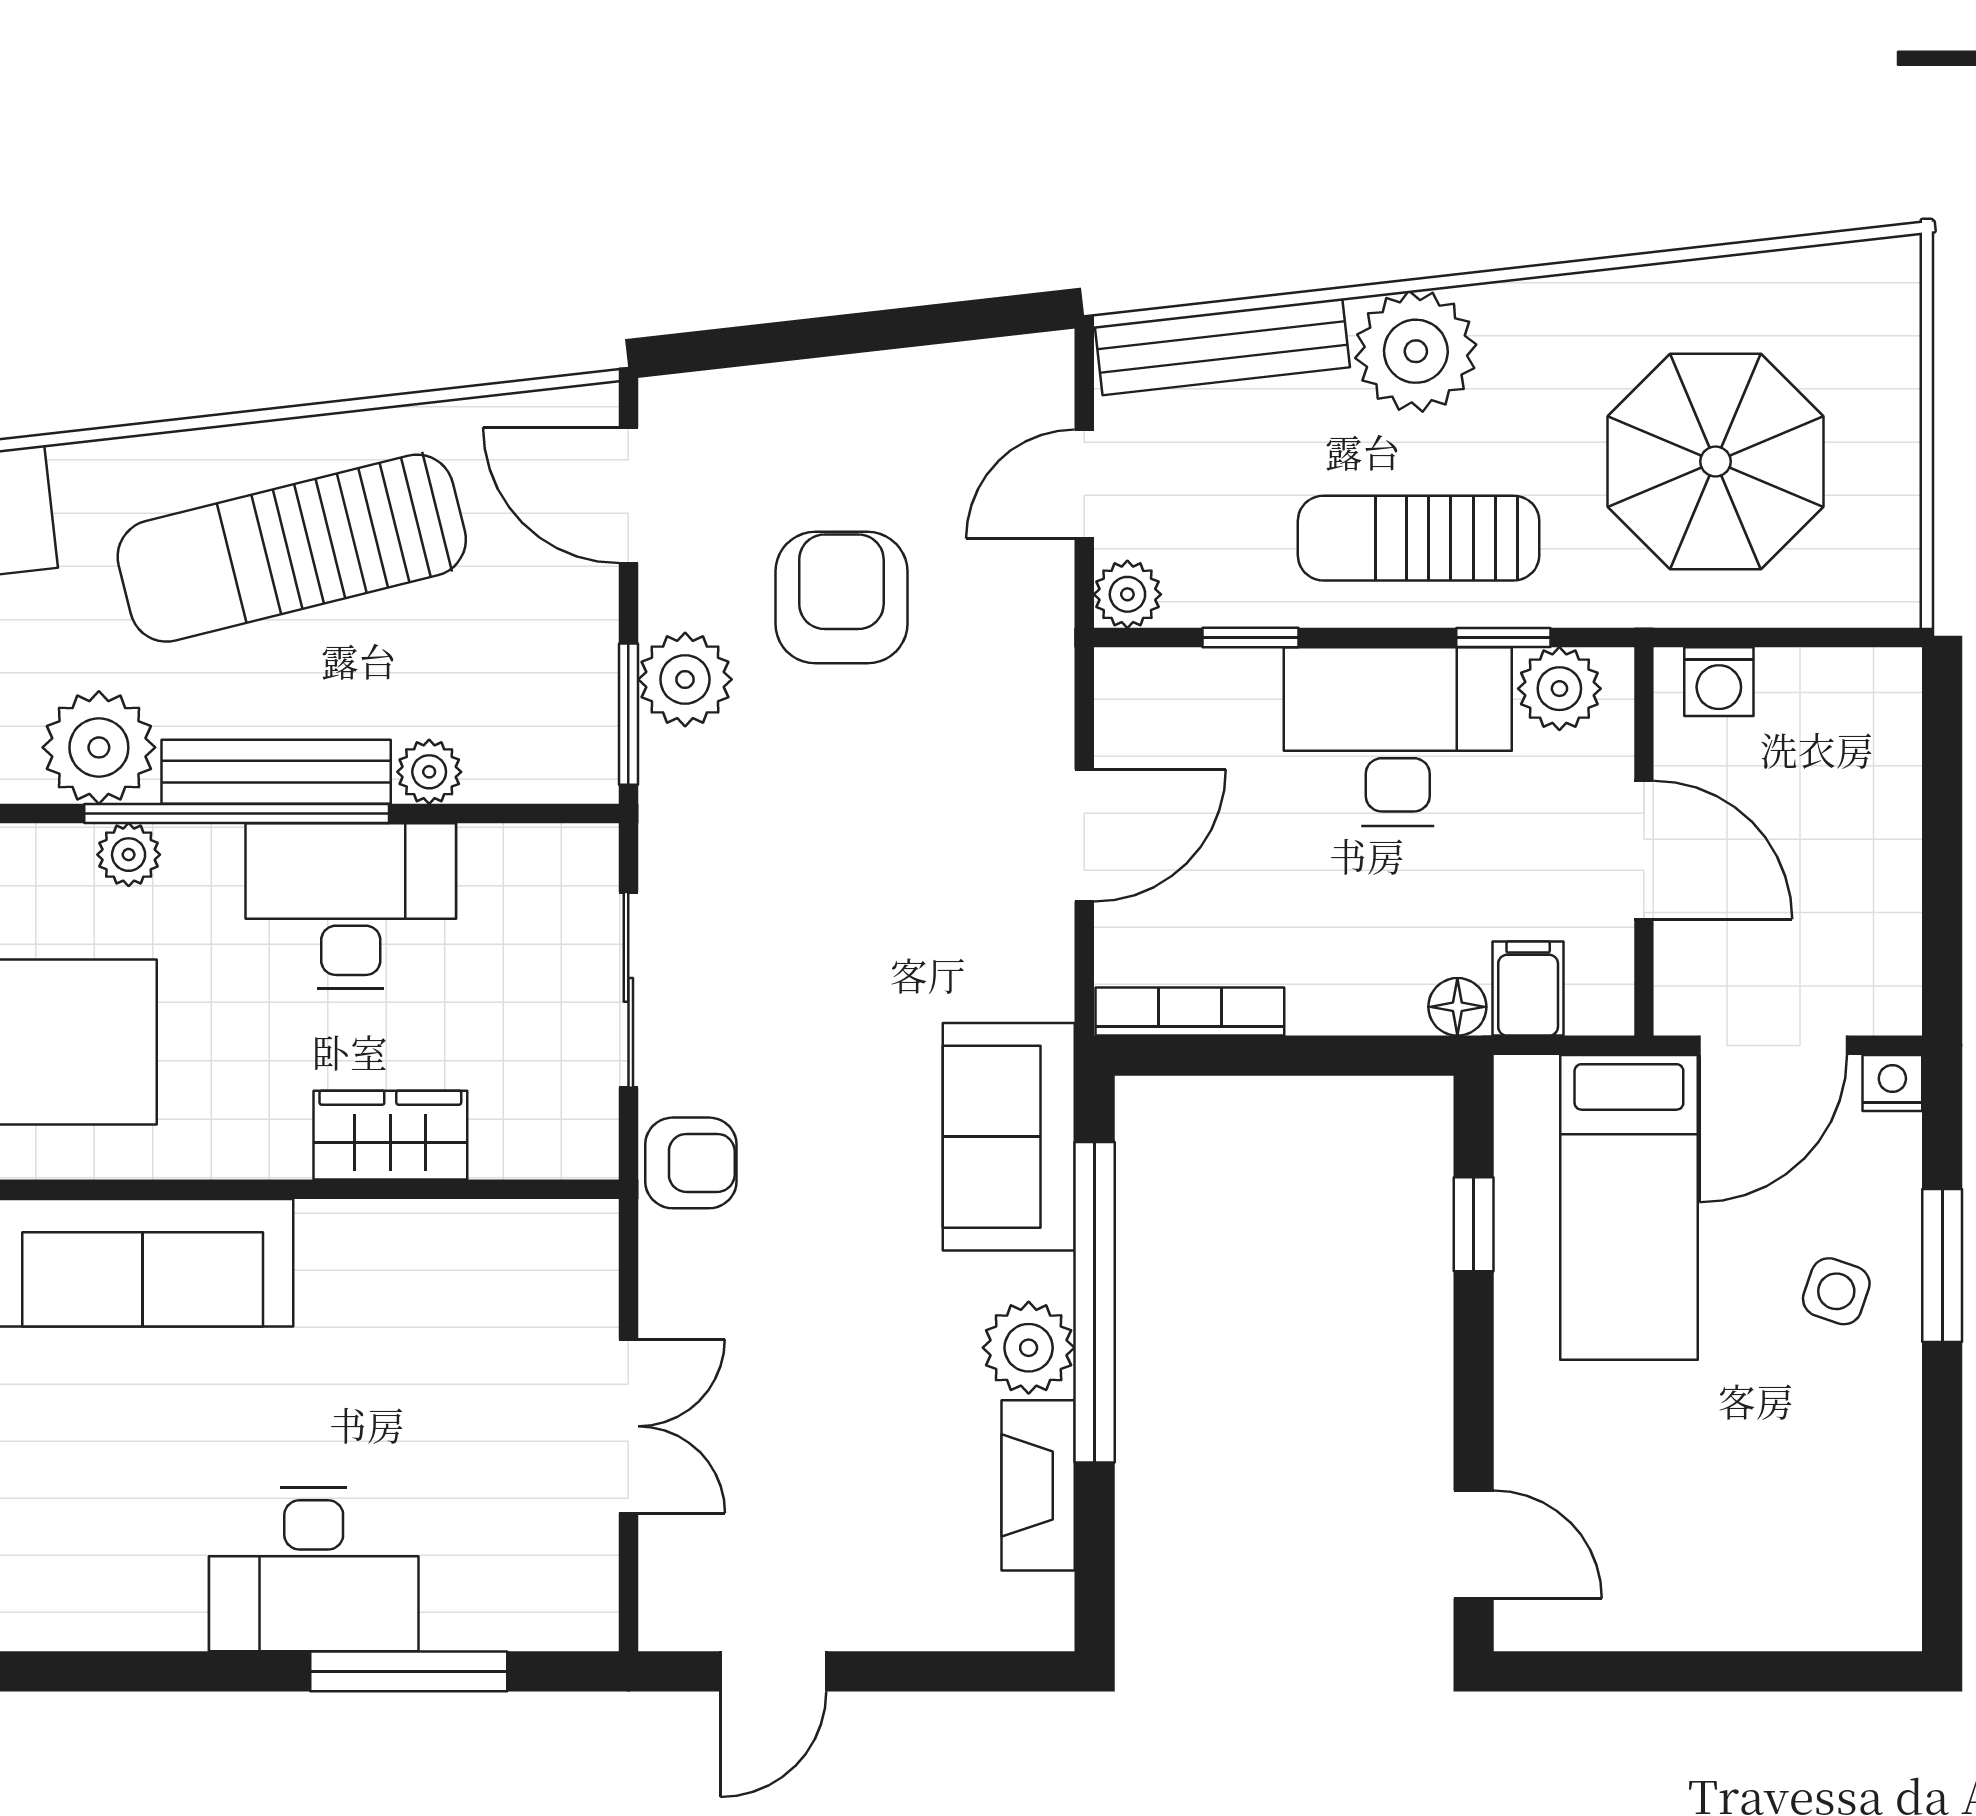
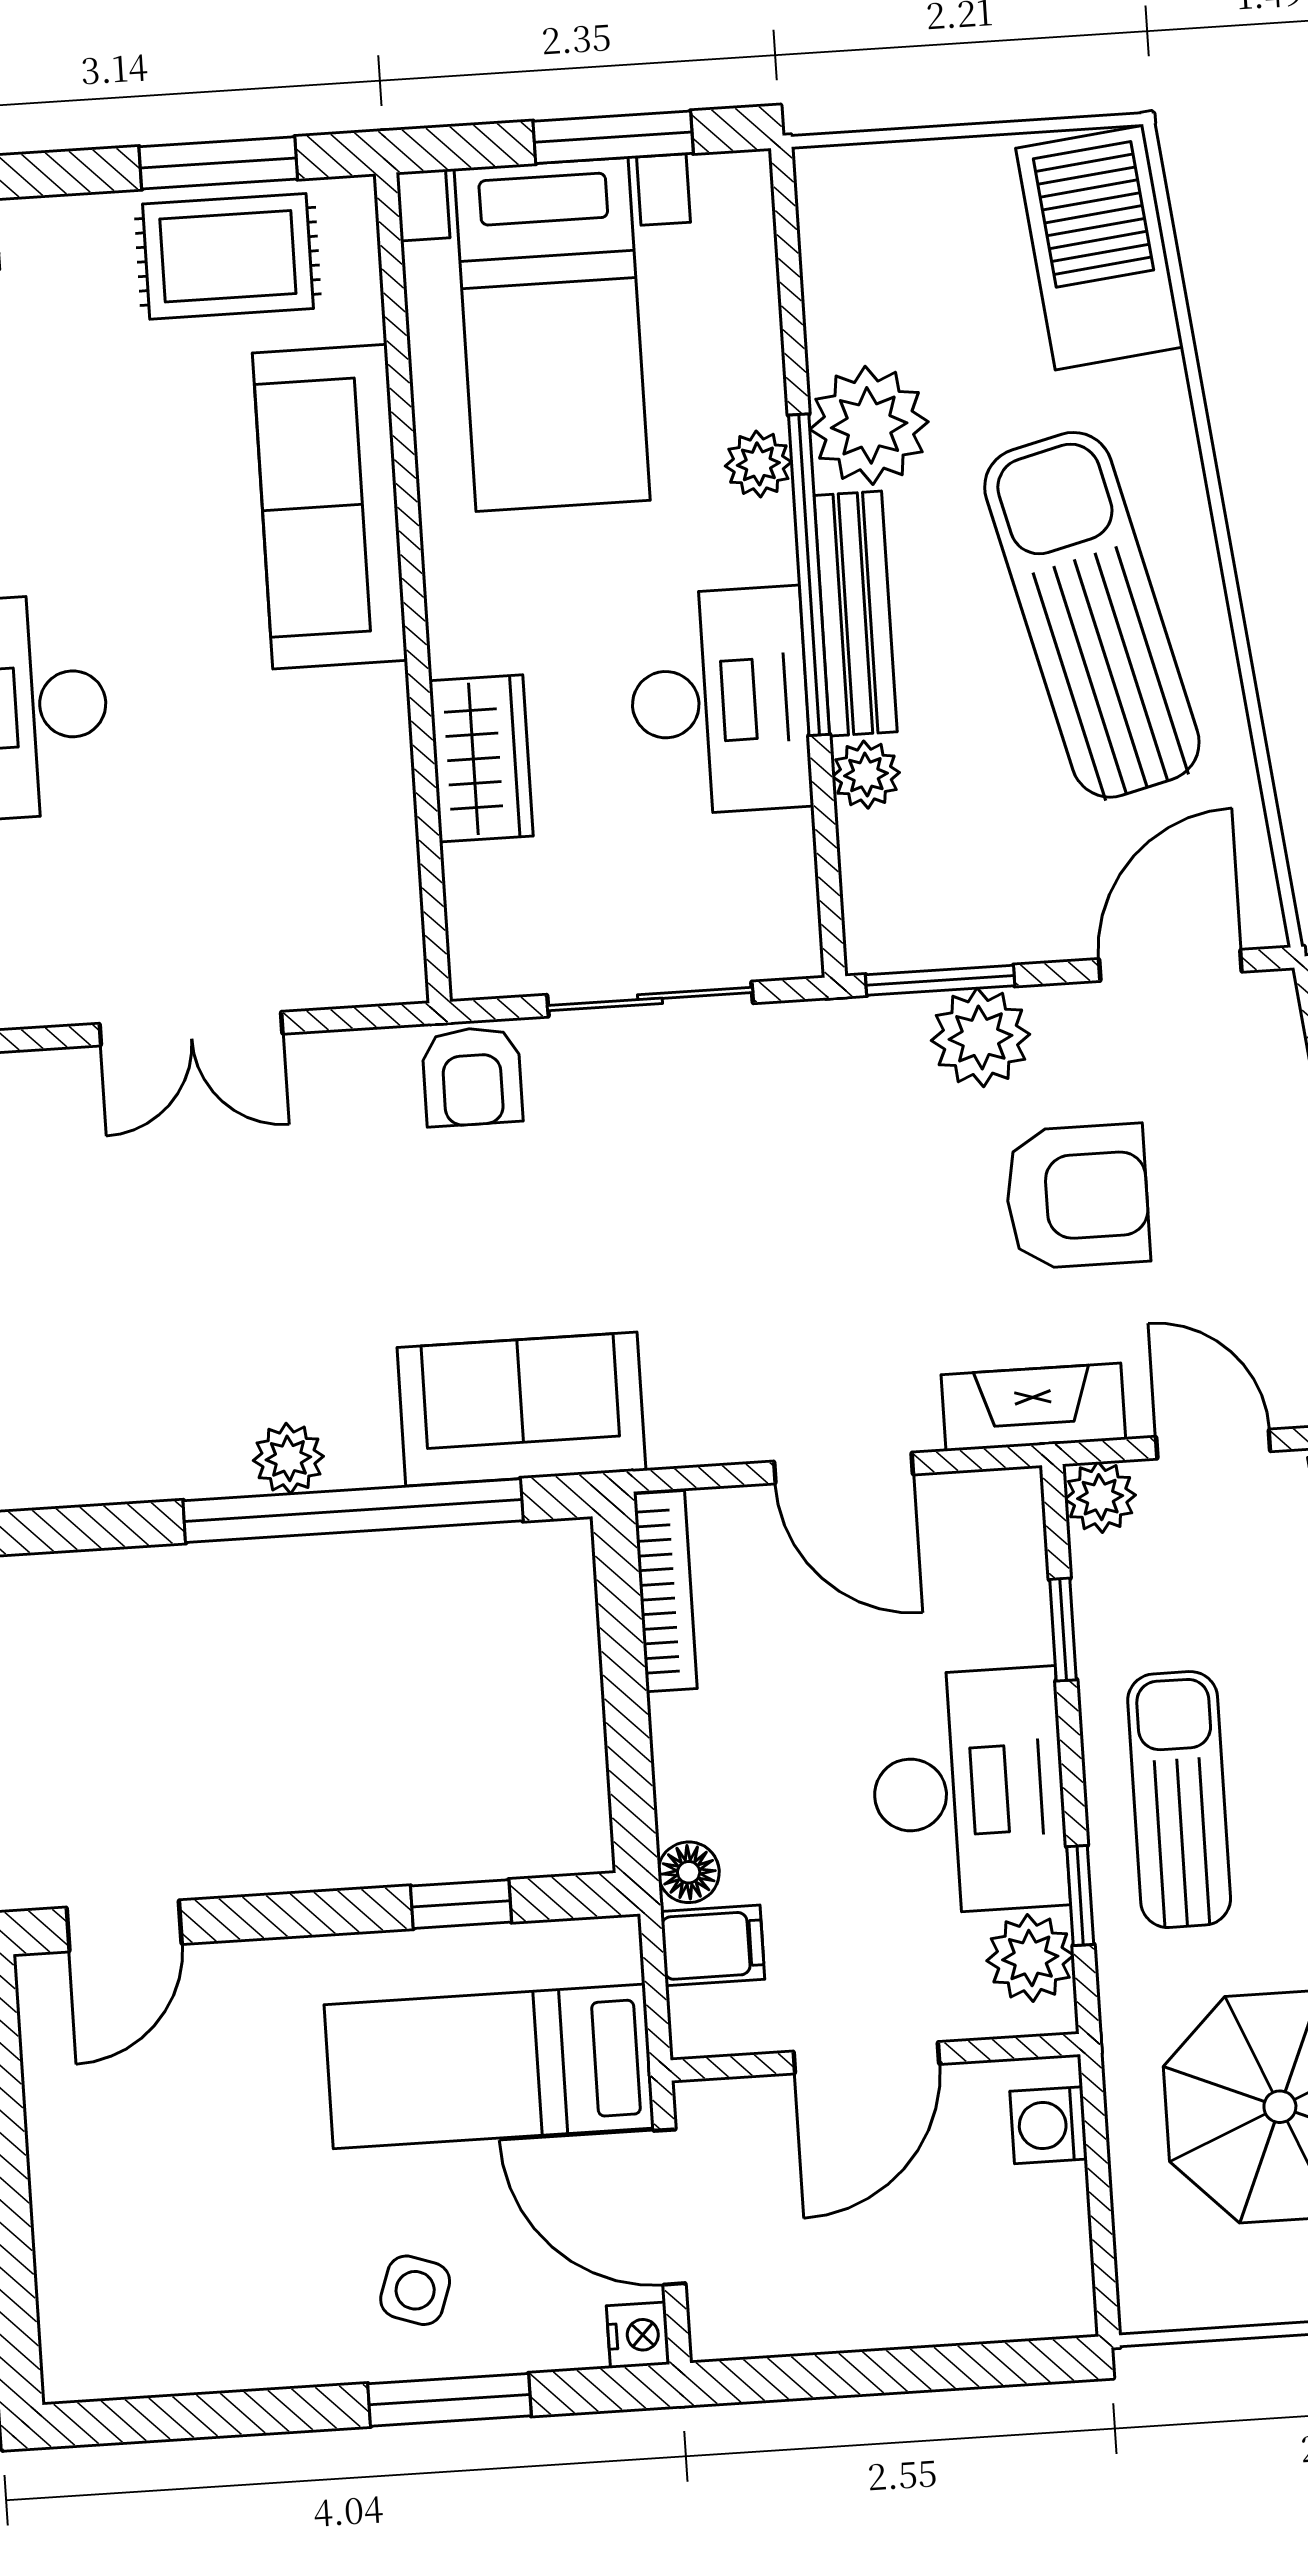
plant: (1029, 1348) -> (288, 1458), width x0.73, depth x0.73
fireplace: (1038, 1485) -> (1033, 1407), moved

